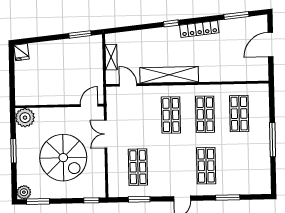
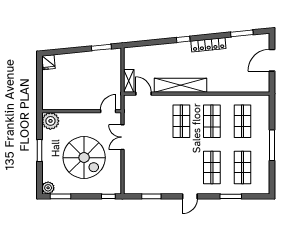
shelving: (111, 57) -> (129, 81), moved
shop shelf: (138, 167) -> (242, 168), moved

